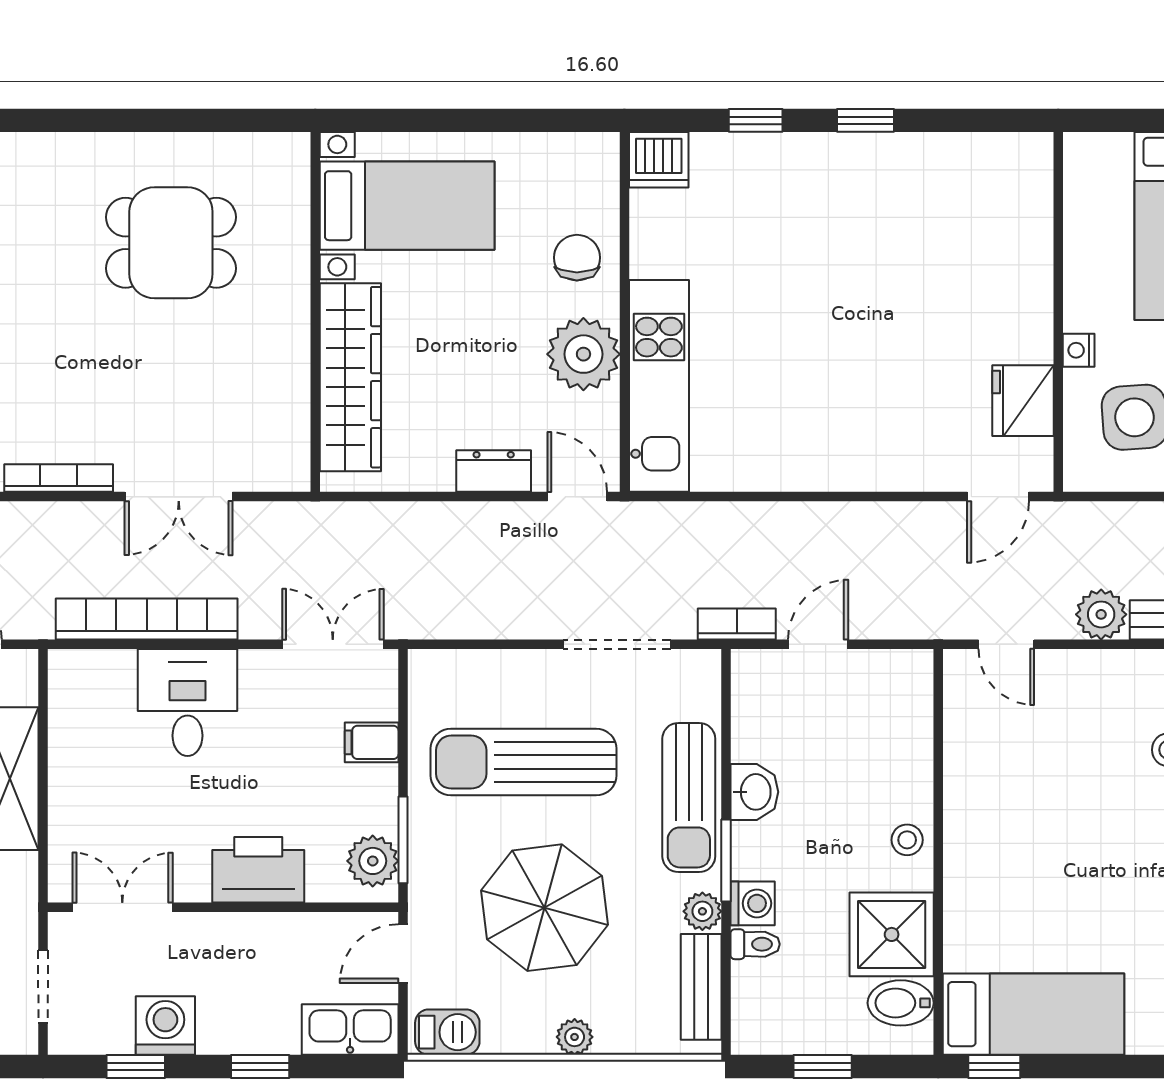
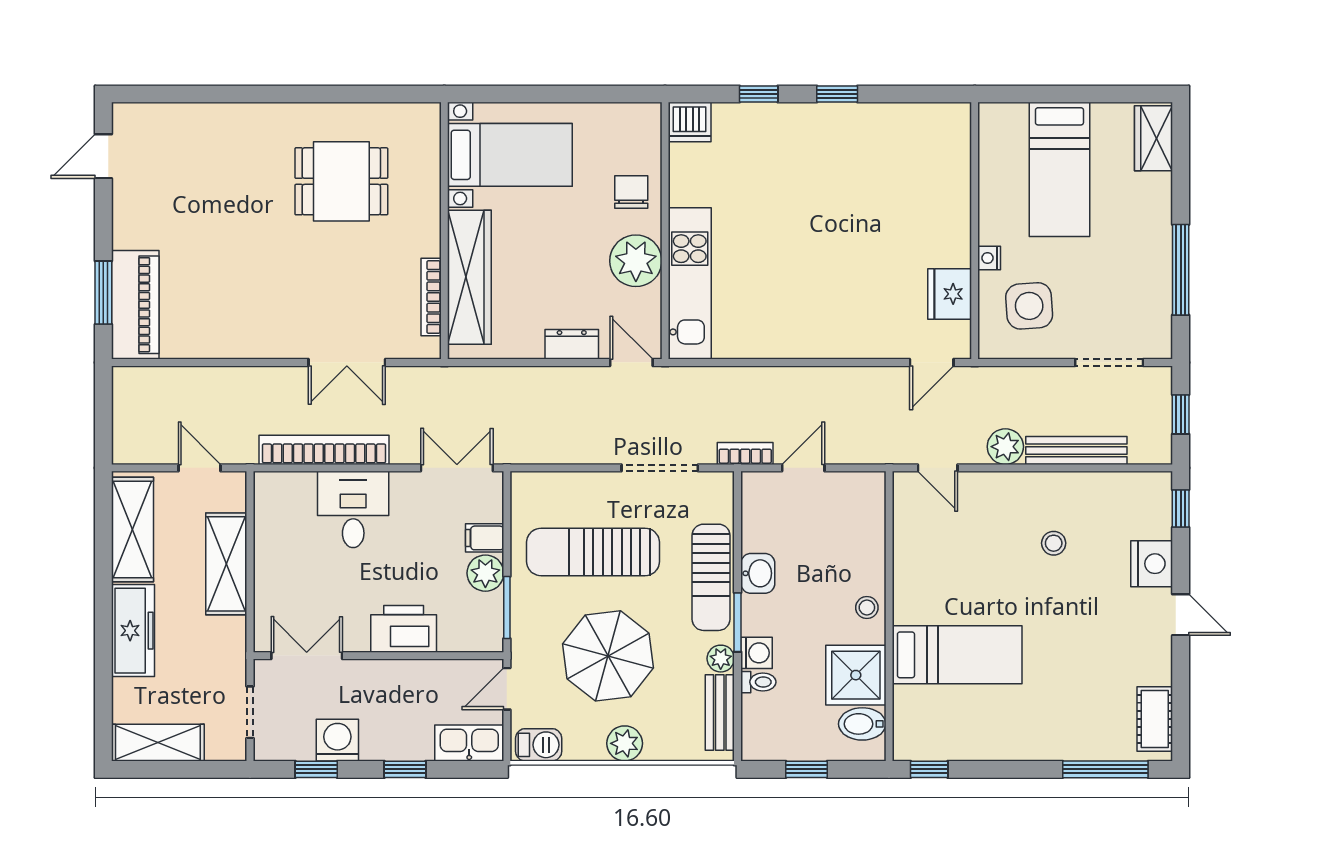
bookcase: (59, 478) -> (431, 297), moved, turned -90
plant: (373, 861) -> (485, 573), moved
bed: (1034, 1014) -> (957, 655), moved
plant: (575, 1037) -> (625, 743), width x1.38, depth x1.38

